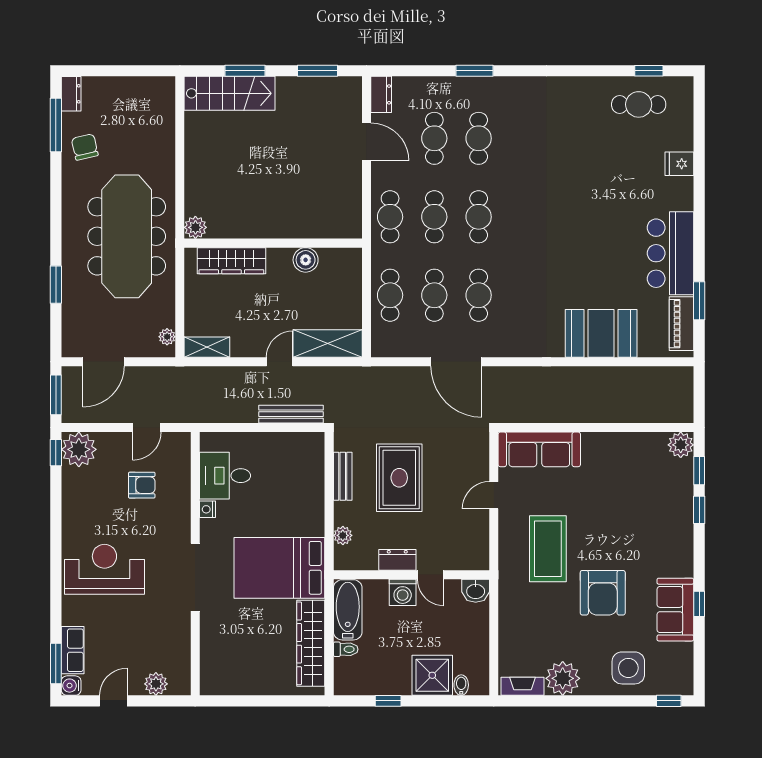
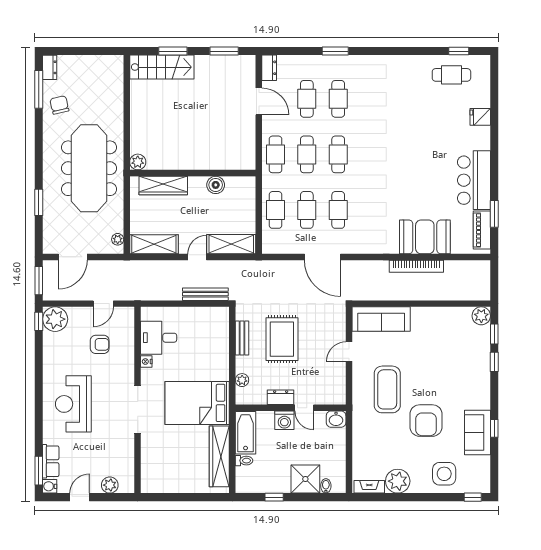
shelving: (207, 347) -> (154, 244), width x1.50, depth x1.33
bookcase: (589, 375) -> (416, 266), added
reception desk: (104, 569) -> (73, 404), turned -90

